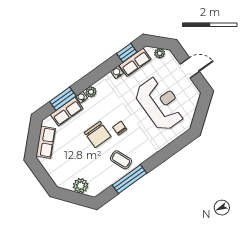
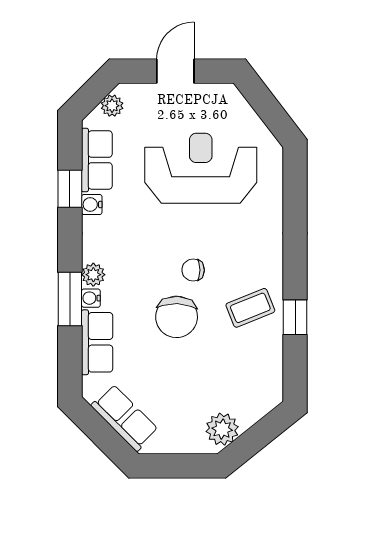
window: (127, 53) -> (70, 189), moved
window: (63, 99) -> (70, 299), moved
chair: (98, 135) -> (177, 317), turned 92
window: (129, 179) -> (295, 317), width x0.46
plant: (81, 186) -> (222, 429), moved

